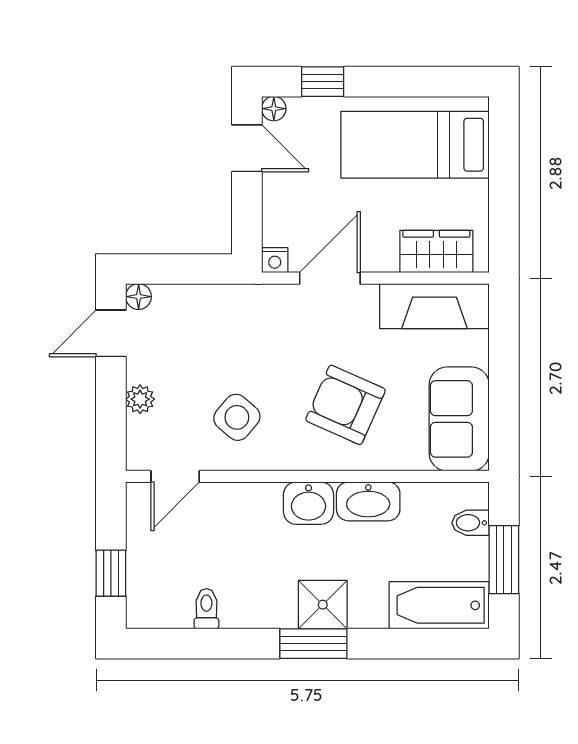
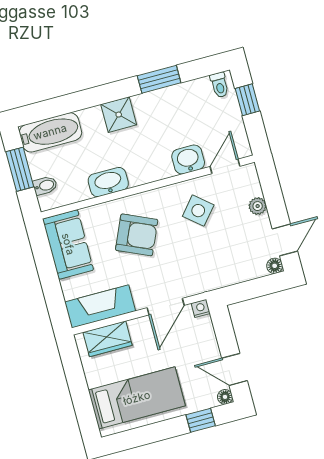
washbasin: (308, 503) -> (188, 159), moved
toilet: (206, 609) -> (219, 85), moved
window: (313, 644) -> (159, 79), moved

